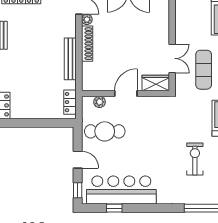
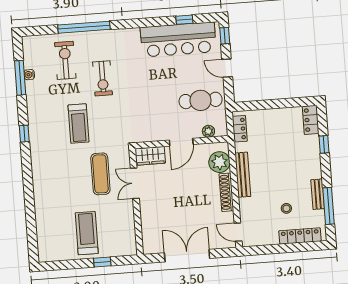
plant: (87, 19) -> (219, 162), moved, width x1.88, depth x1.88
stool: (32, 24) -> (286, 208), added

